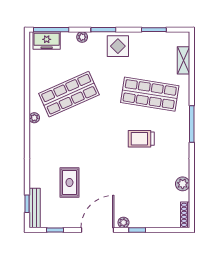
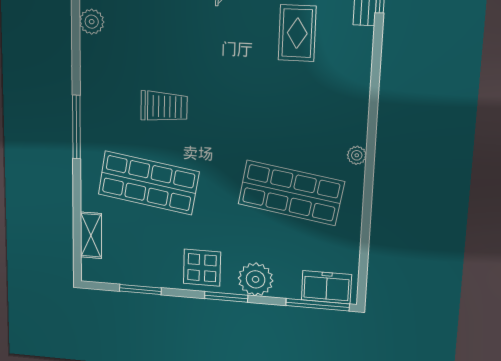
plant: (82, 37) -> (256, 279), width x1.87, depth x1.87
shop shelf: (69, 94) -> (291, 193), turned 33

